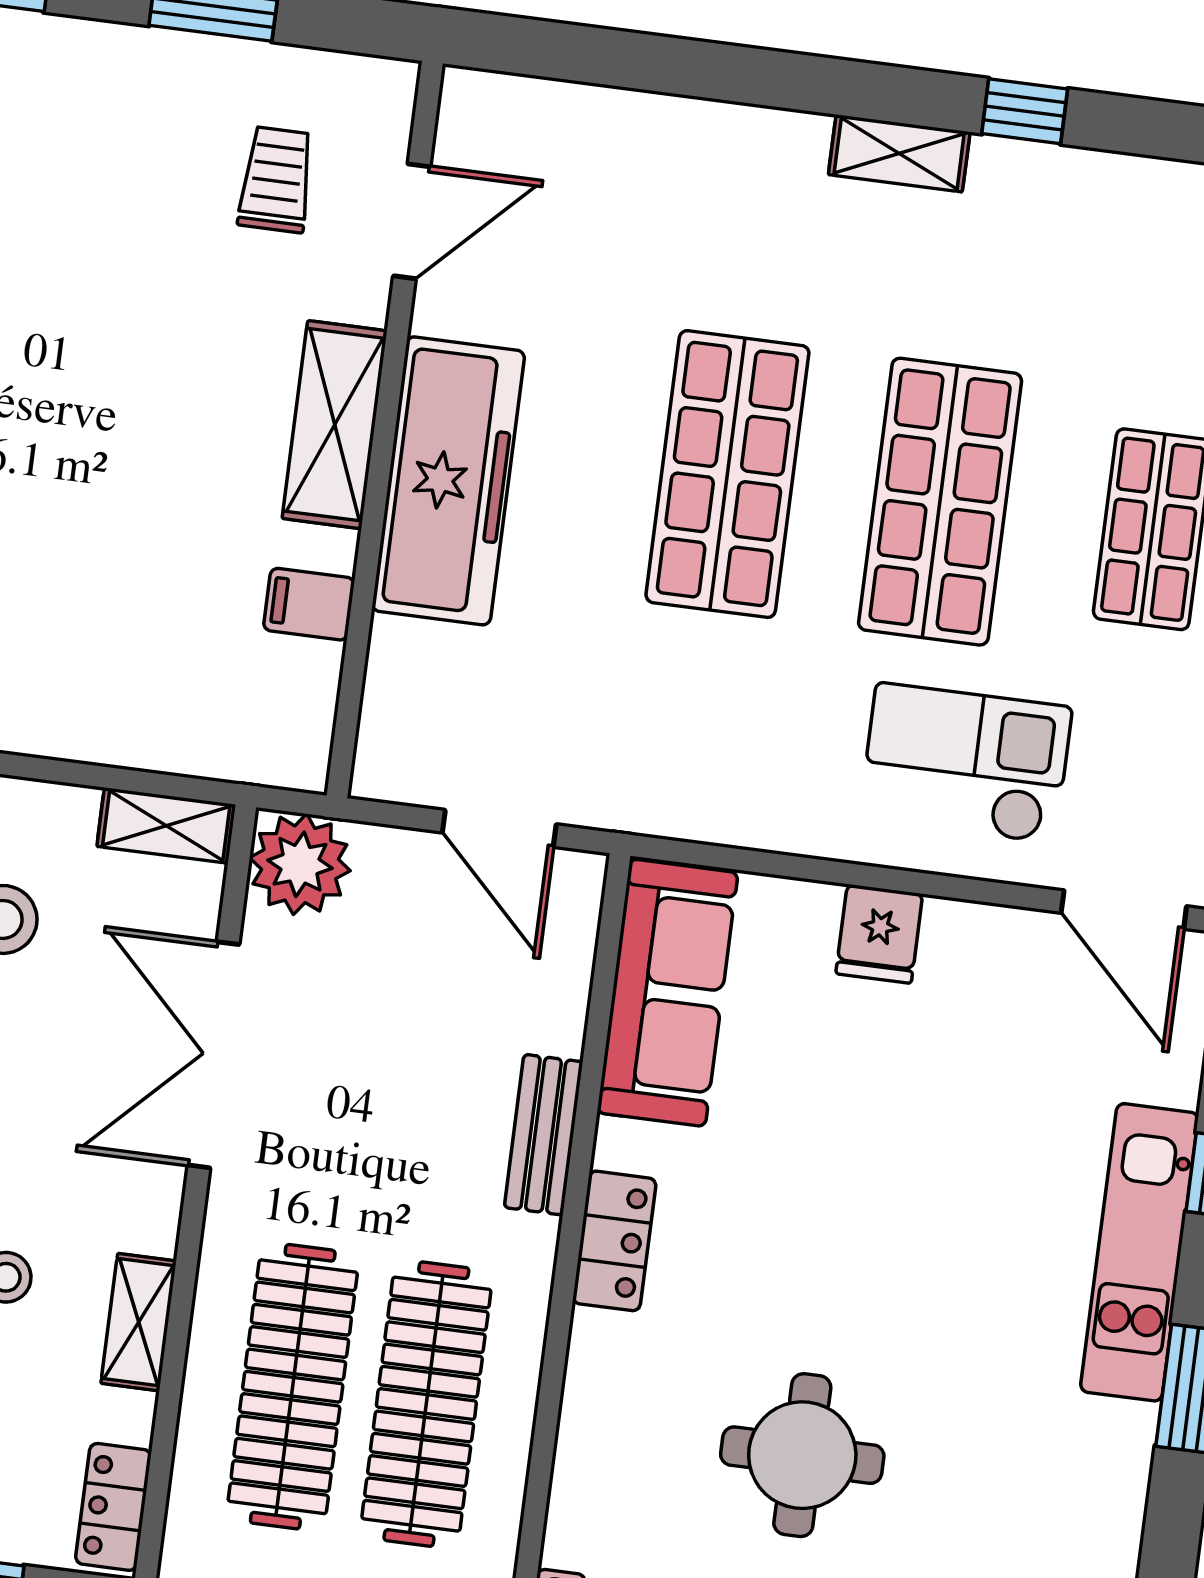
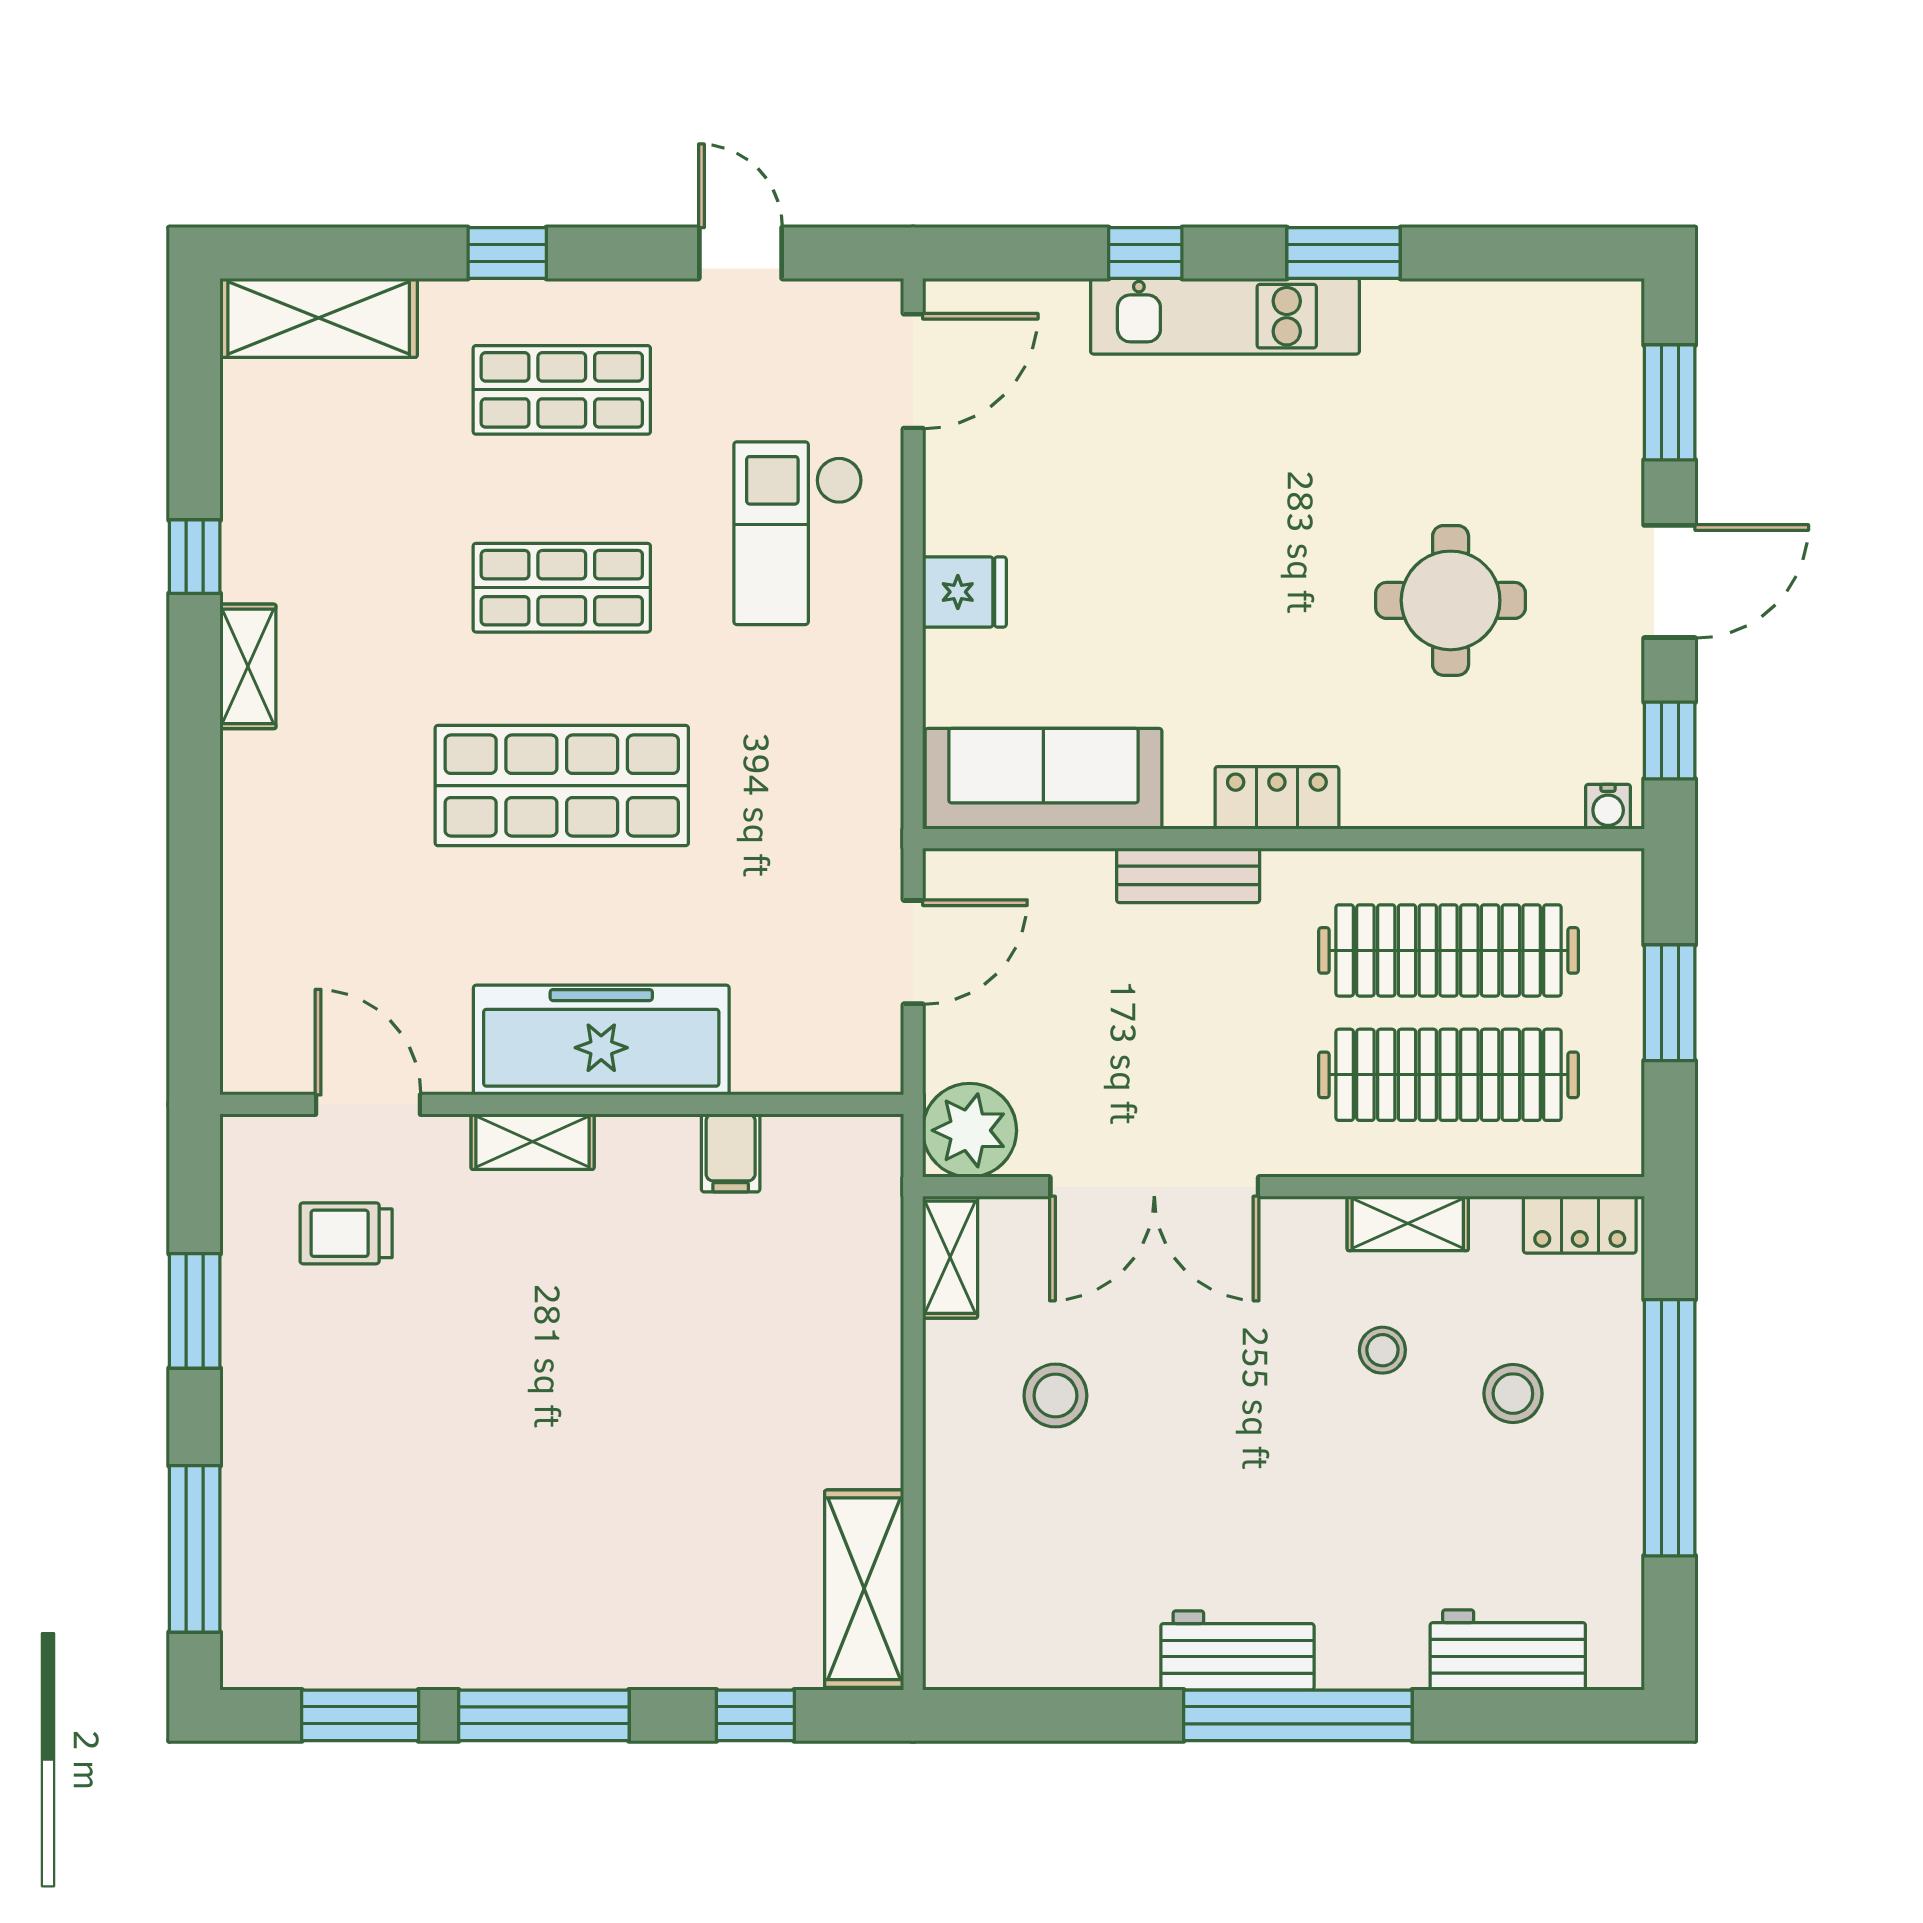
shelving: (335, 425) -> (533, 1142), width x0.67, depth x0.75
shop shelf: (940, 502) -> (562, 588), width x0.70, depth x0.74

